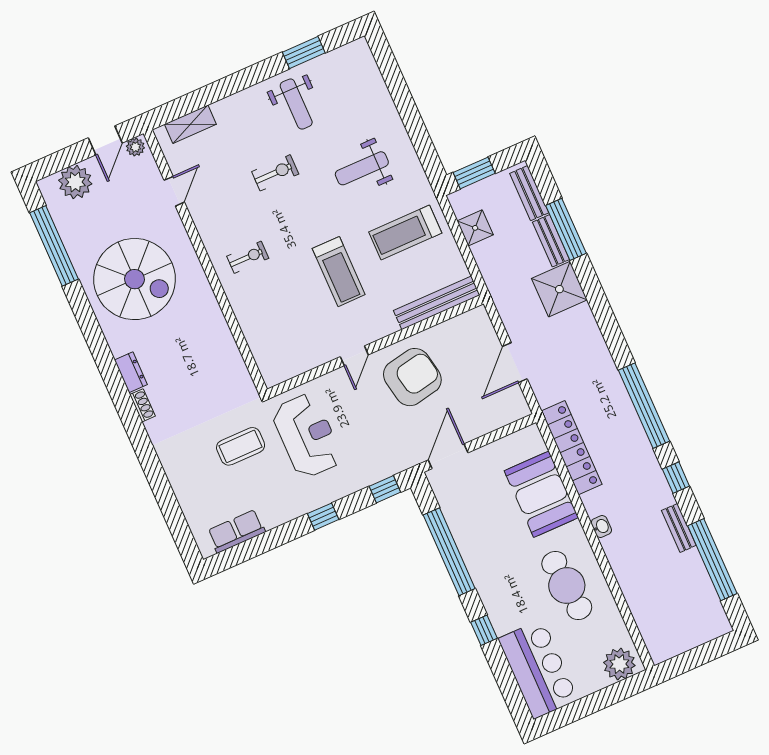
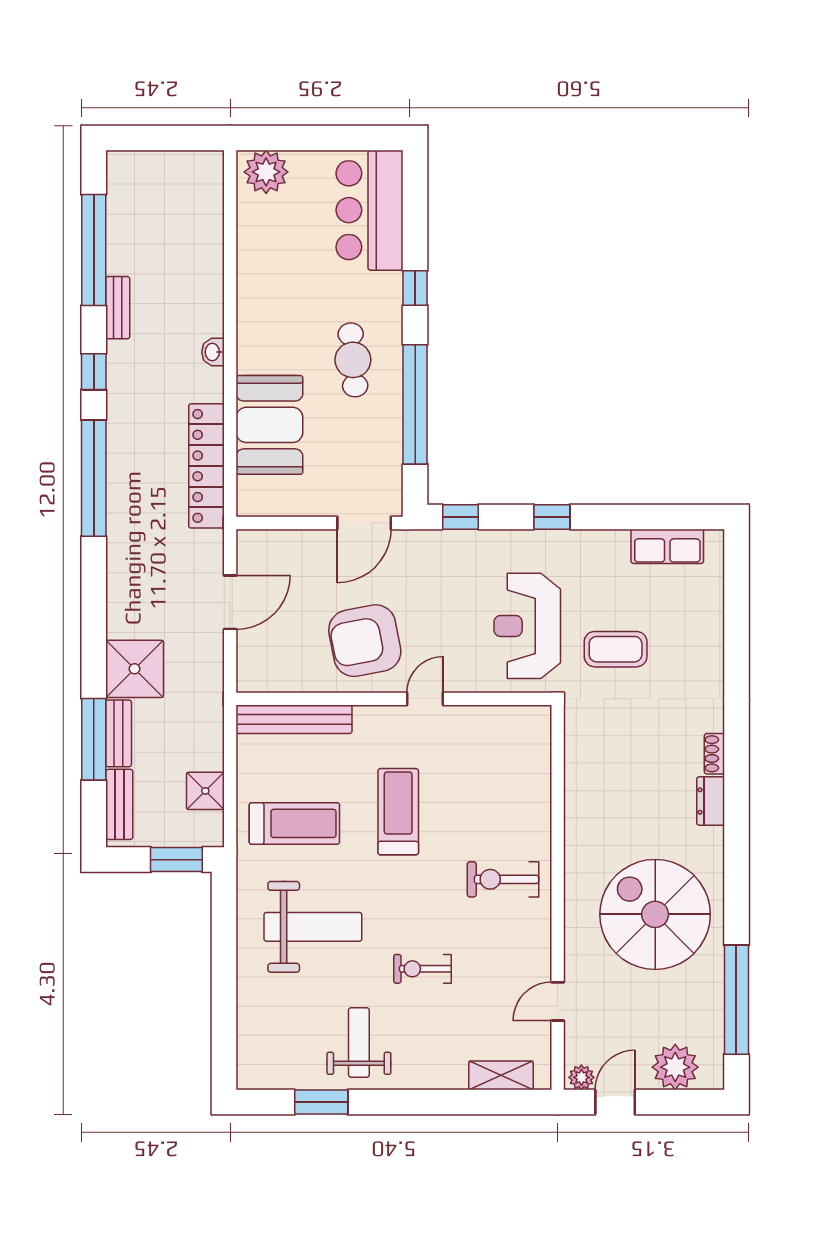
weight bench: (362, 168) -> (313, 927), width x1.36, depth x1.33
exercise bike: (248, 257) -> (503, 879), width x1.38, depth x1.39
cafe table: (567, 586) -> (353, 360), moved, width x0.73, depth x0.74

